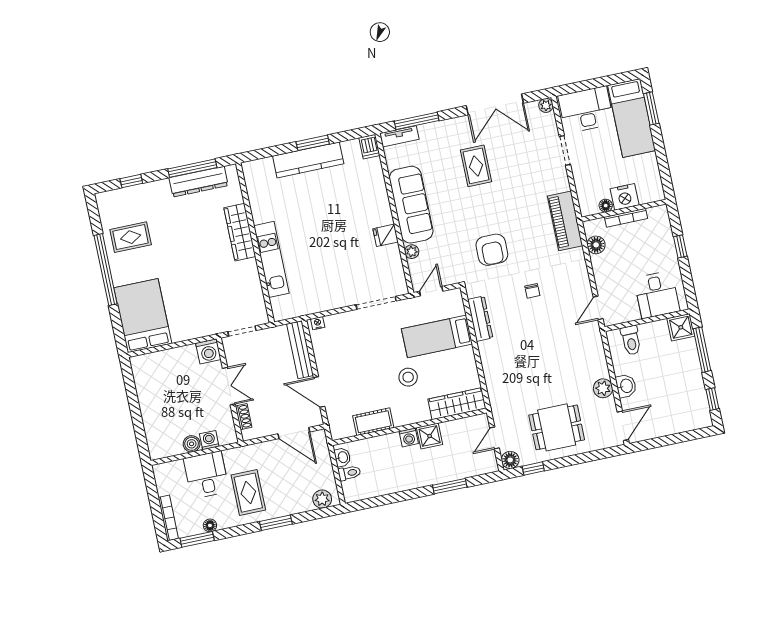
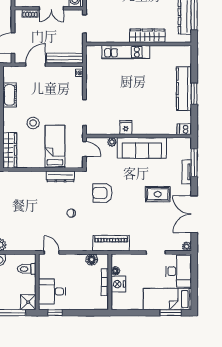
tv unit: (399, 136) -> (187, 172), moved
window: (680, 246) -> (55, 313), moved

